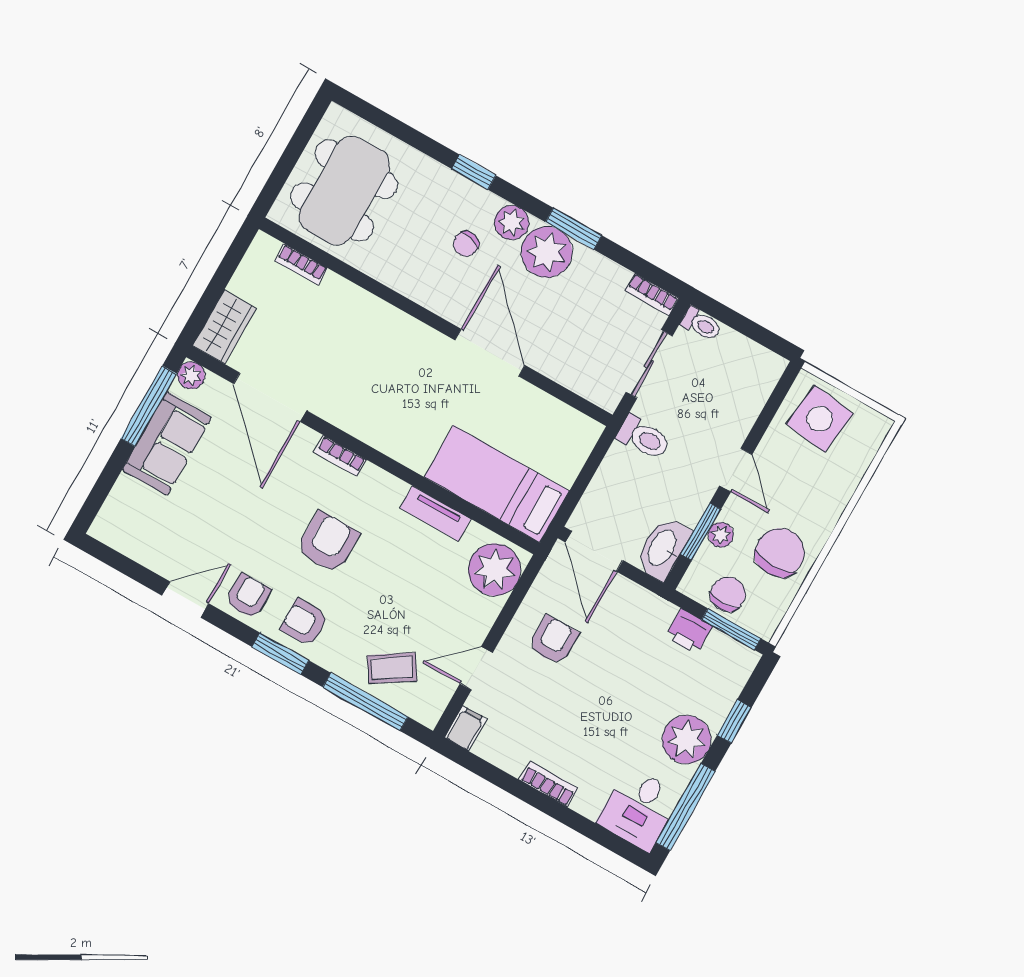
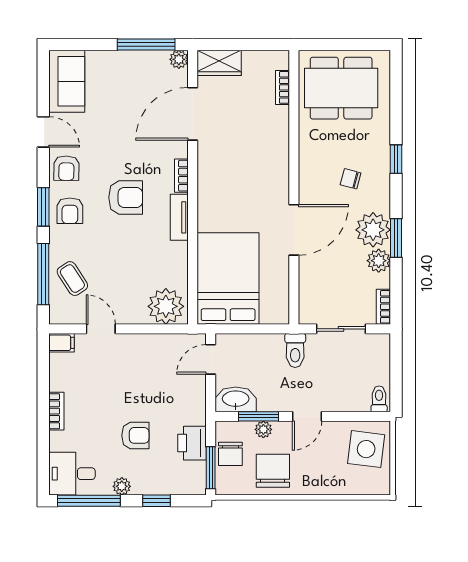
plant: (512, 223) -> (379, 261), moved
toilet: (701, 324) -> (379, 399), moved, turned 180
sofa: (167, 444) -> (67, 81), moved, turned -90
bed: (497, 484) -> (228, 279), width x1.50
tv unit: (435, 513) -> (179, 217), moved
door: (594, 551) -> (211, 359), width x0.73
chair: (780, 552) -> (273, 471), turned -90
chair: (728, 594) -> (230, 454), turned 90
armchair: (248, 596) -> (66, 168), turned 91
armchair: (304, 622) -> (70, 211), turned 180
printer: (689, 631) -> (192, 443), width x1.36, depth x1.24
armchair: (553, 640) -> (135, 435), moved
plant: (687, 740) -> (122, 486), width x0.53, depth x0.53

